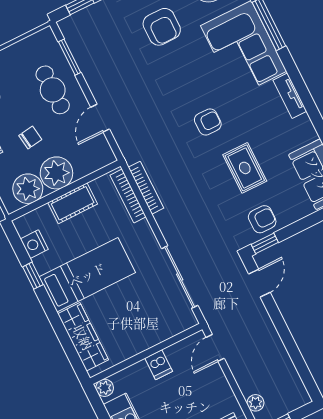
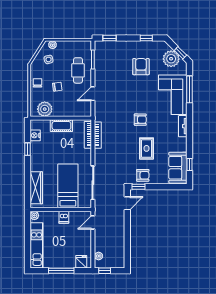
armchair: (162, 27) -> (141, 67), turned 180
plant: (56, 173) -> (61, 108), removed
bed: (87, 275) -> (68, 186), moved, turned -90

